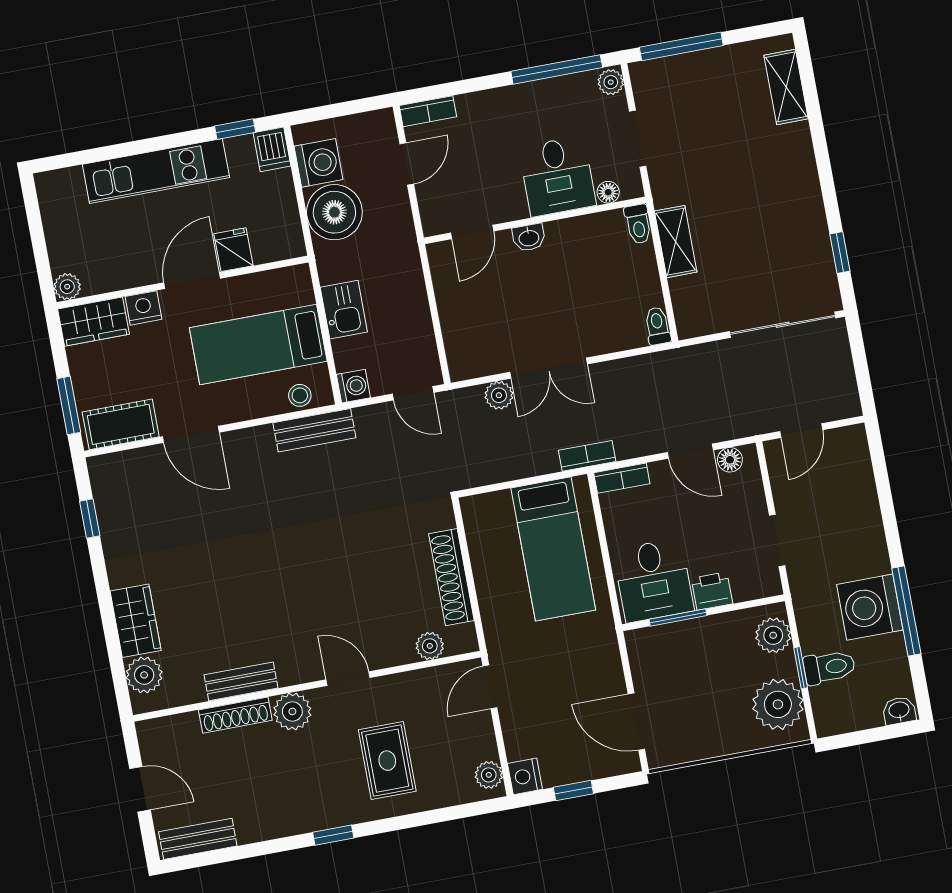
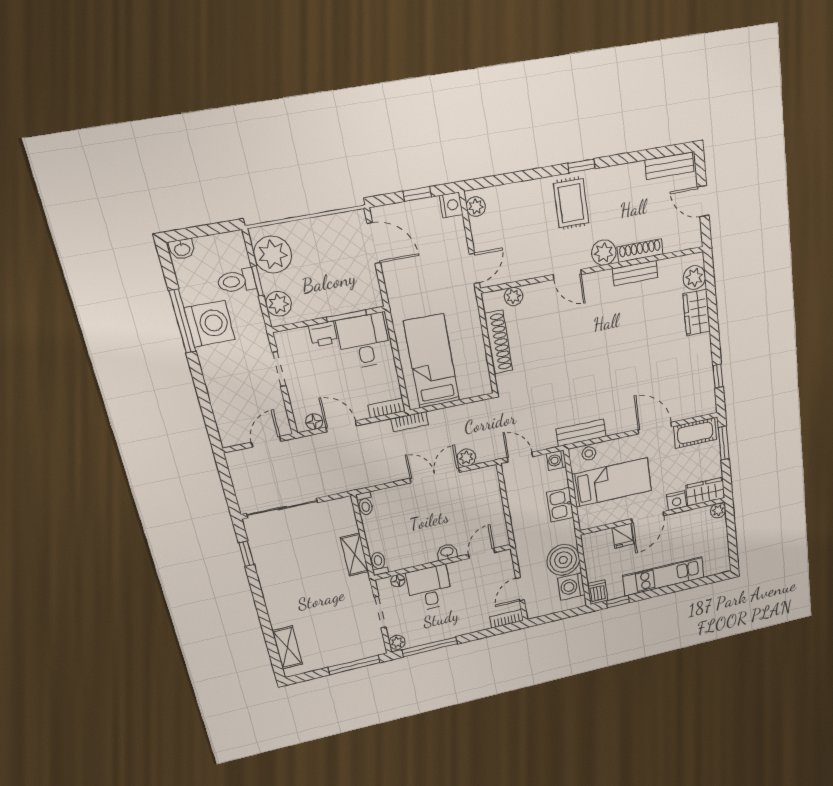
rug: (387, 761) -> (571, 203), moved

